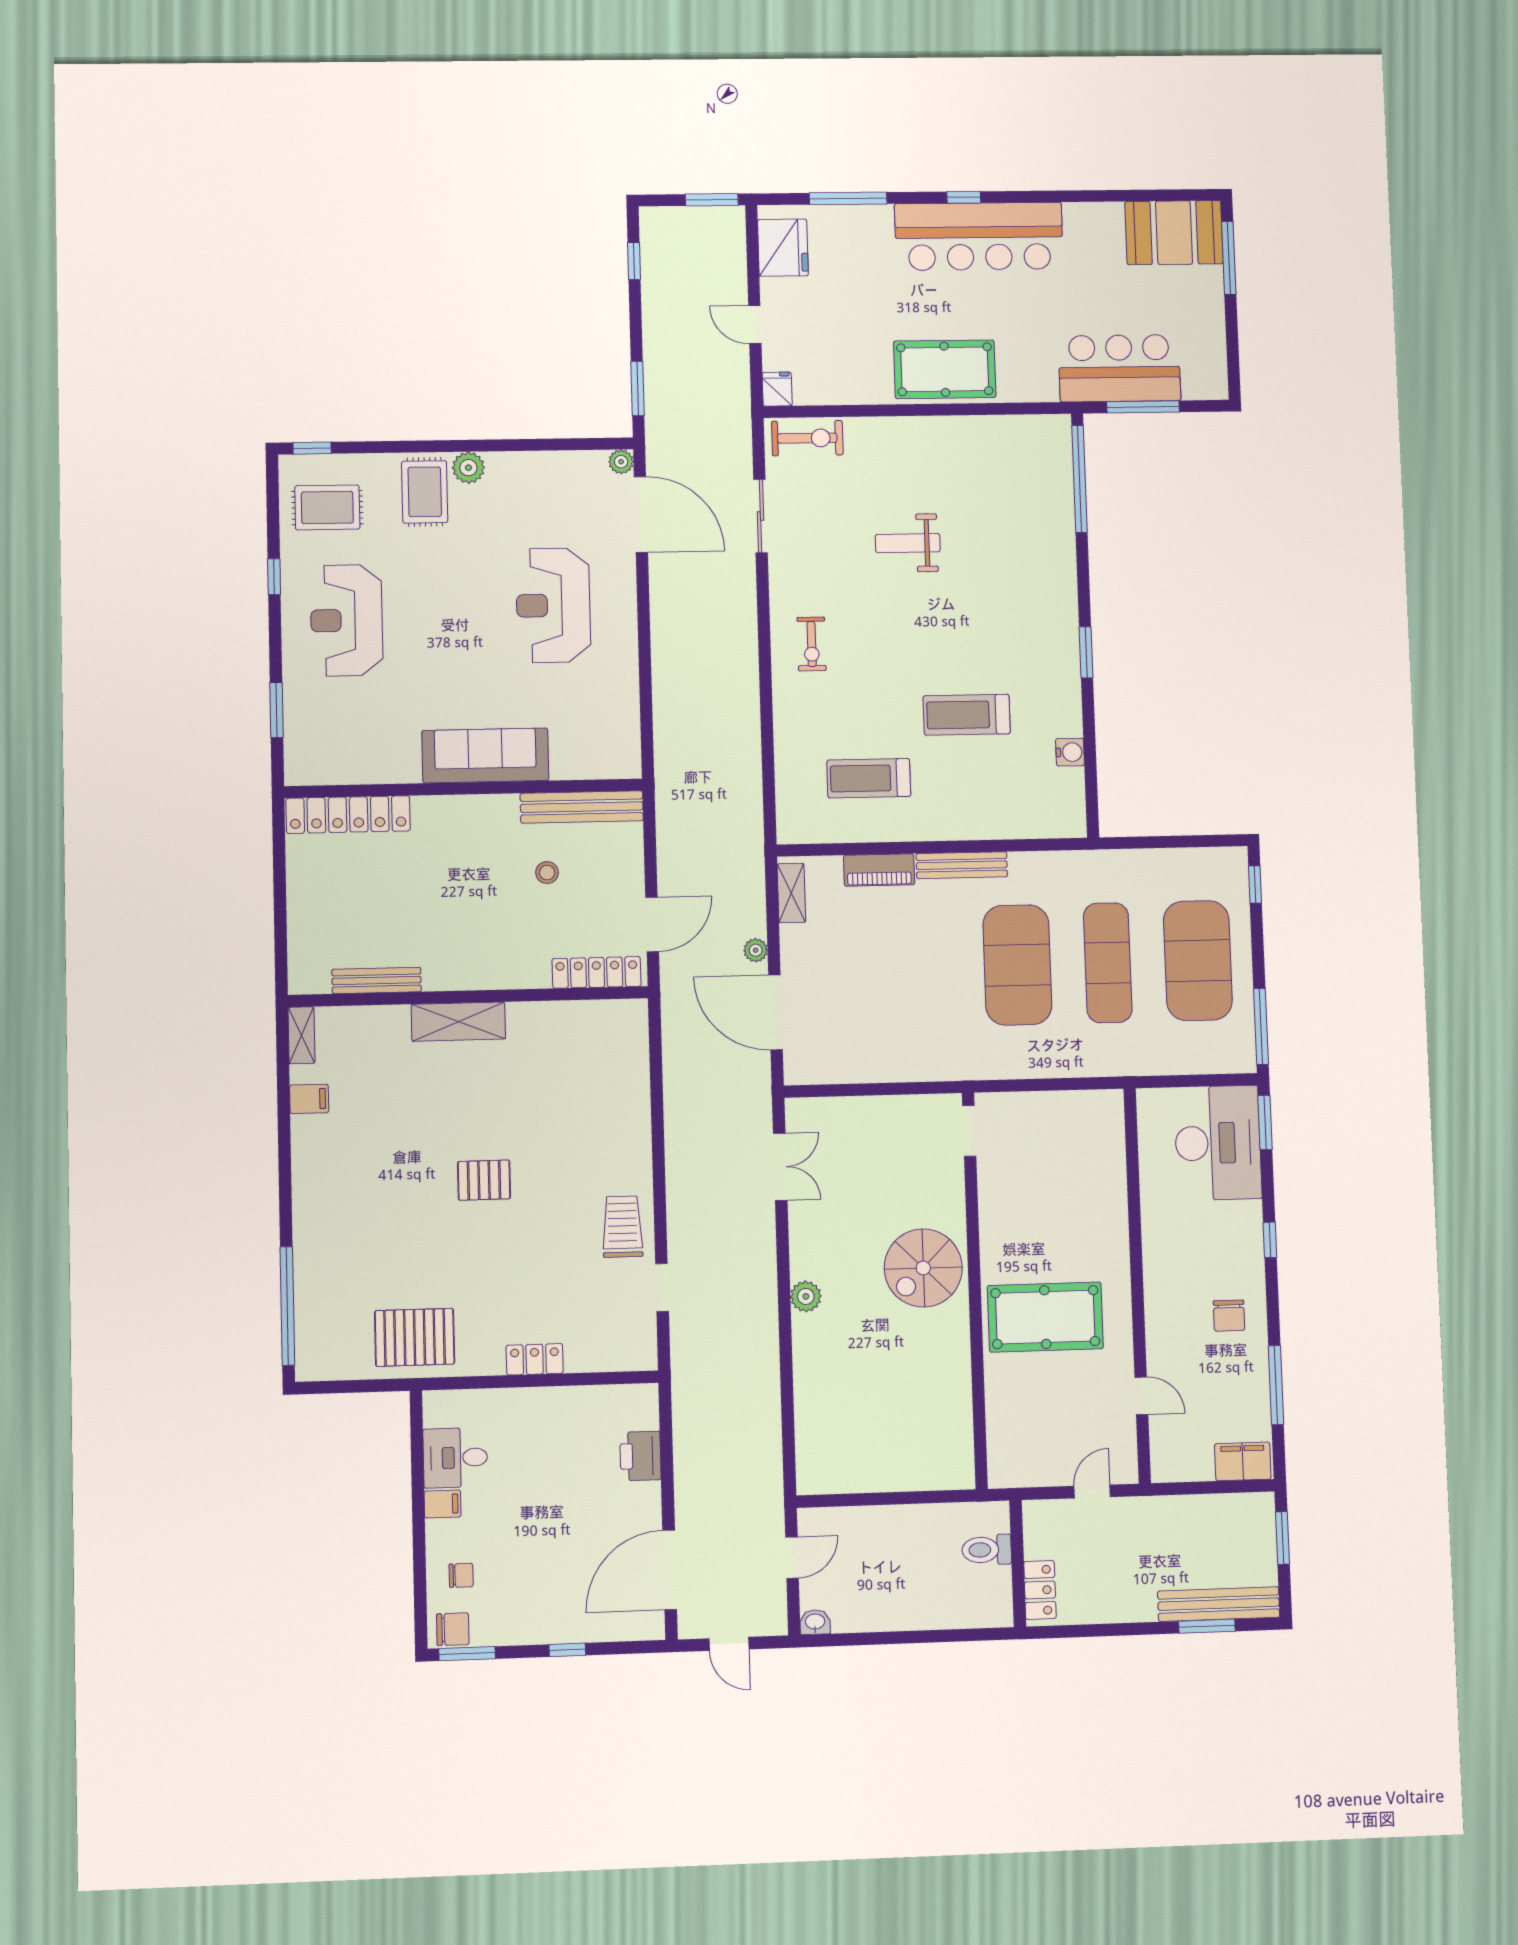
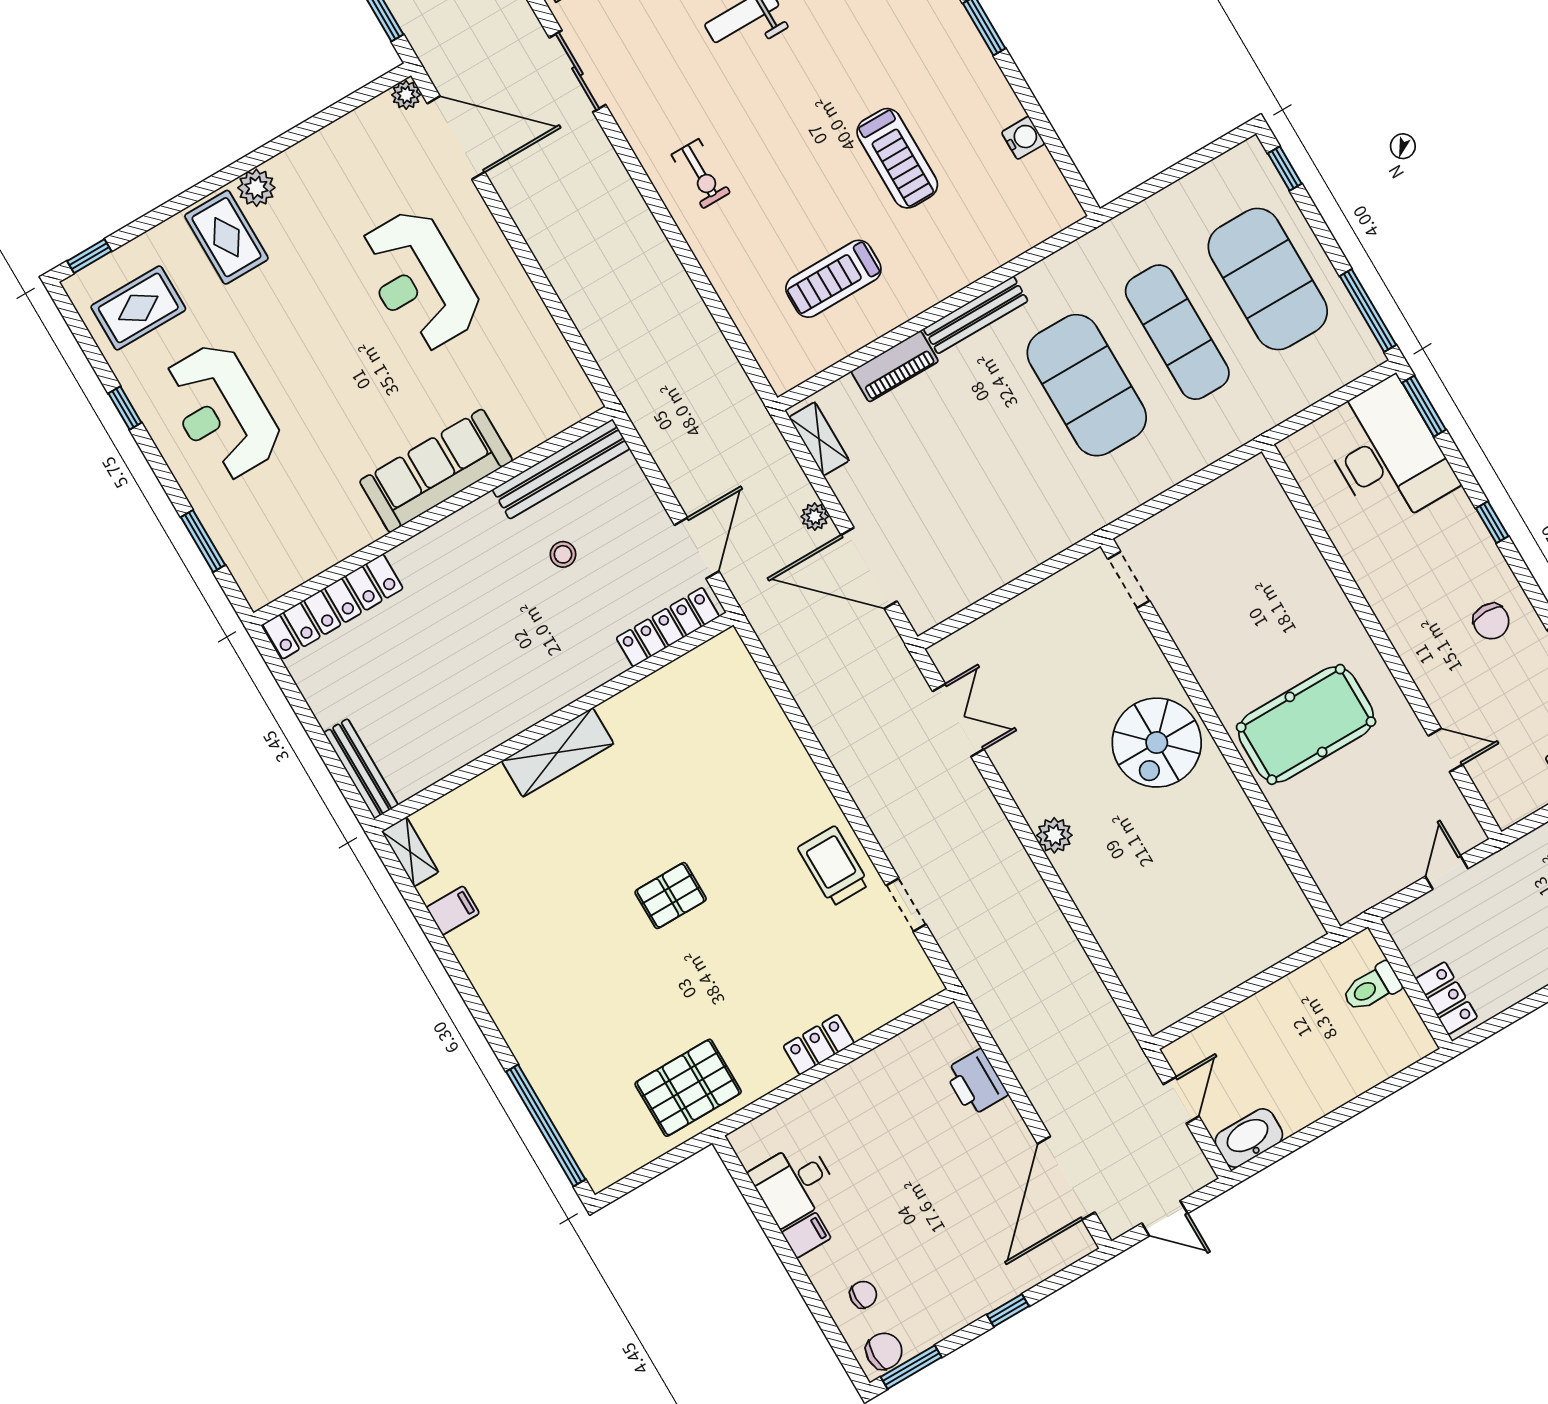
treadmill: (967, 715) -> (897, 158), turned -90
bench: (377, 980) -> (361, 769), moved, turned 90
washbasin: (815, 1622) -> (1249, 1138), width x1.91, depth x1.45

